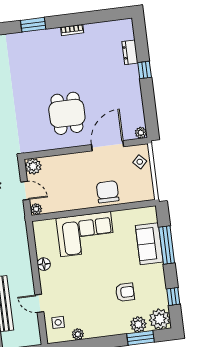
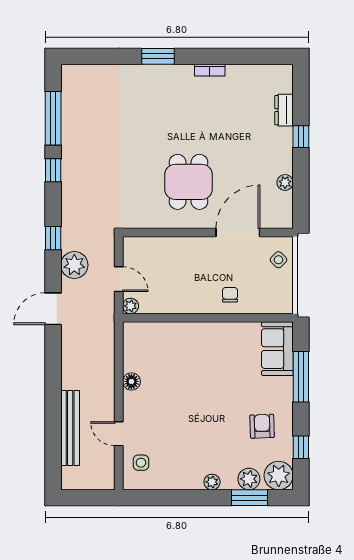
plant: (141, 133) -> (285, 182), moved
plant: (33, 166) -> (134, 248), removed
chair: (108, 192) -> (230, 295), width x0.54, depth x0.54
corner sofa: (86, 234) -> (193, 348), removed
sofa: (149, 244) -> (277, 349), moved
armchair: (125, 292) -> (262, 426), moved, turned -92
plant: (78, 334) -> (212, 482), moved

